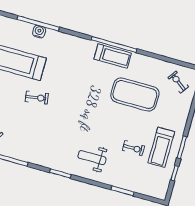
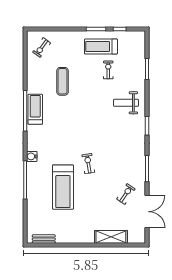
water cooler: (39, 32) -> (32, 156), moved
exercise mat: (135, 94) -> (62, 81), width x0.50, depth x0.69
treadmill: (161, 147) -> (101, 47), turned 180
weight bench: (92, 158) -> (126, 103), turned 90

